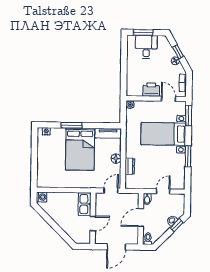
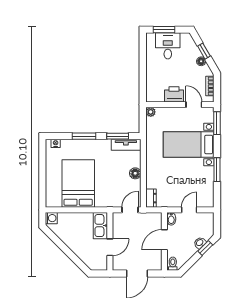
window: (101, 126) -> (118, 136), added
bed: (80, 149) -> (78, 183), moved, turned 180
dresser: (130, 166) -> (151, 198), moved

